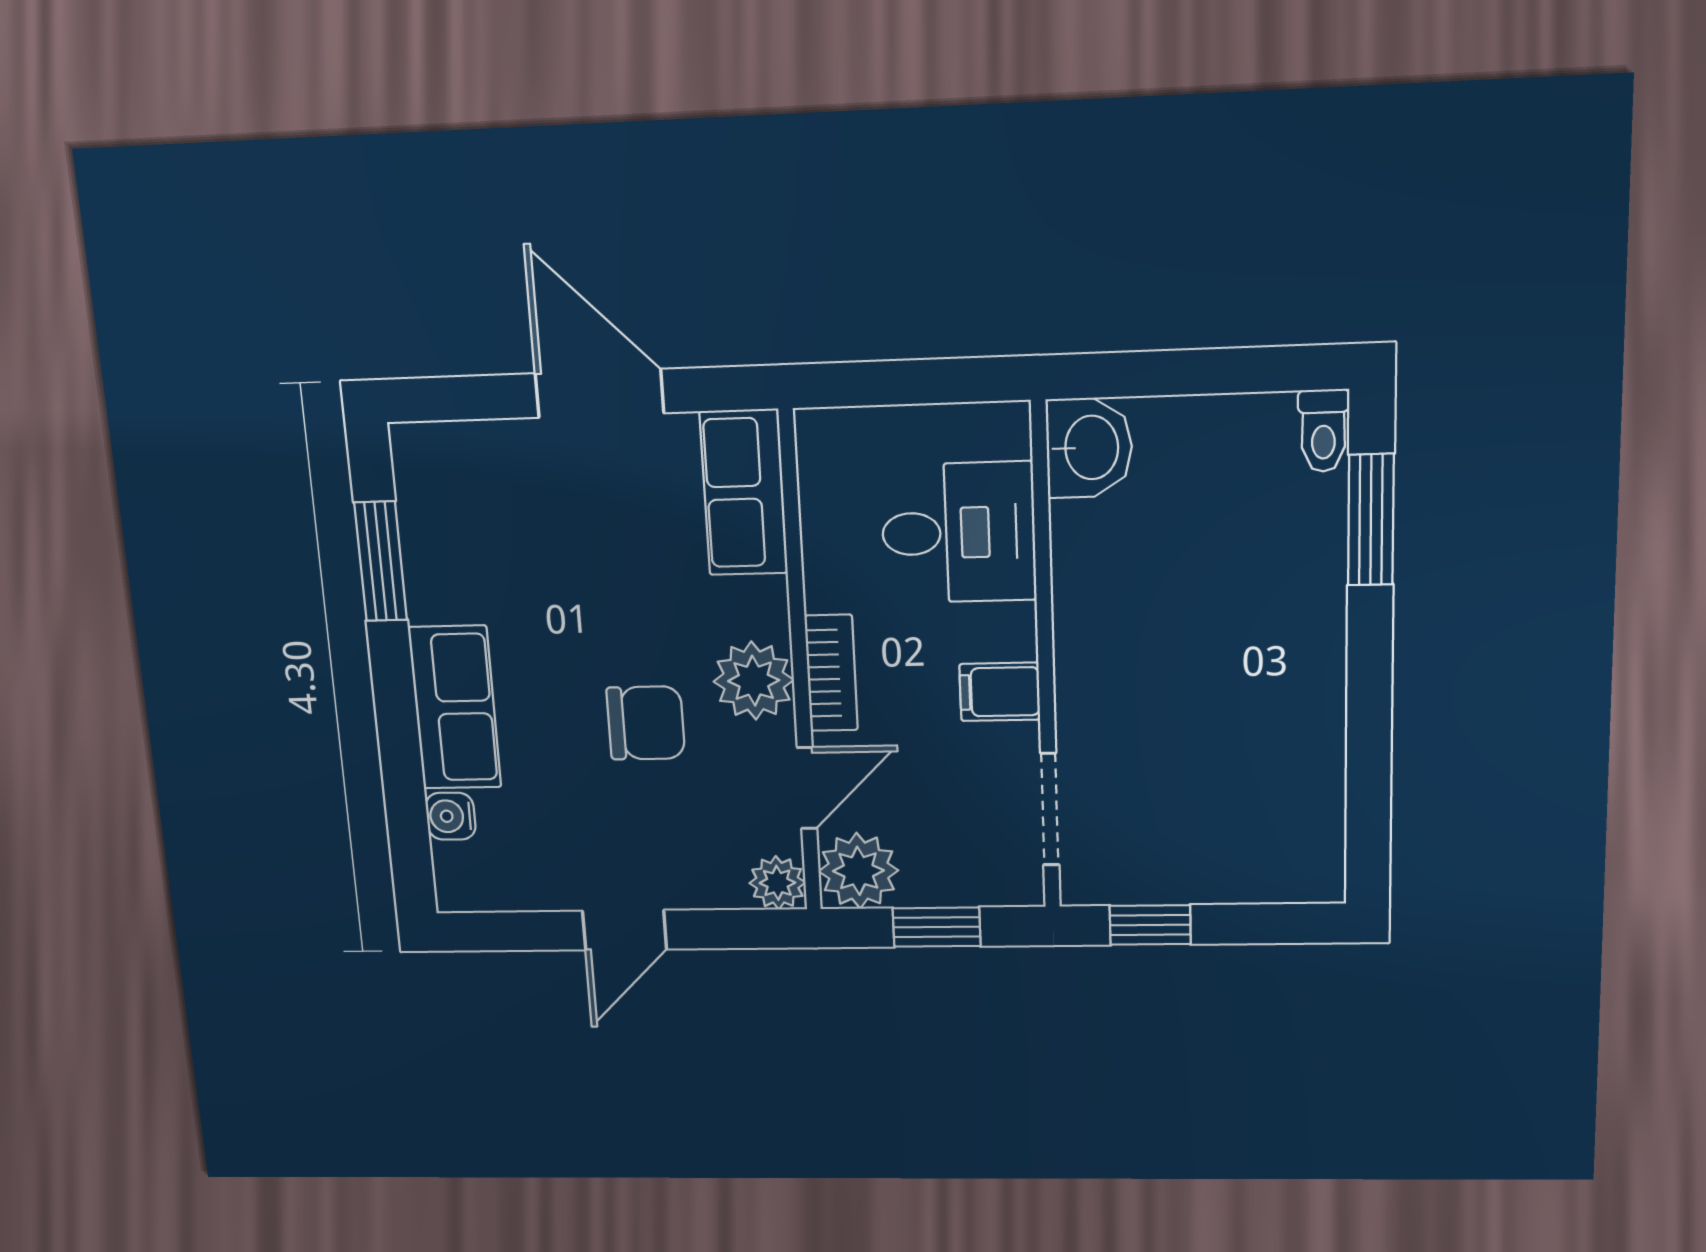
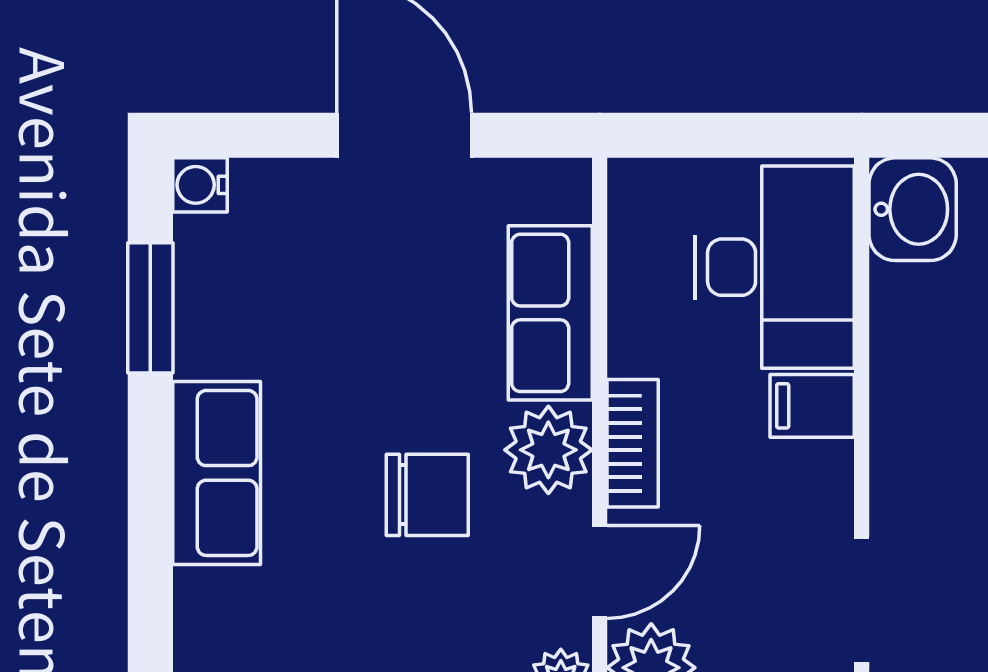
row of seats: (744, 493) -> (550, 313), moved
desk: (958, 533) -> (775, 267), width x1.37
filing cabinet: (1000, 692) -> (812, 406), moved
water cooler: (451, 816) -> (200, 185), moved

